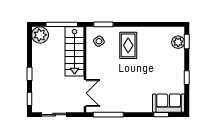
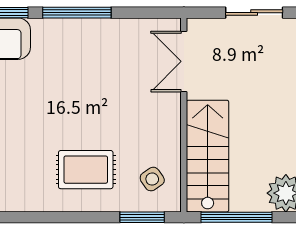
rug: (128, 45) -> (86, 170), turned 90
window: (108, 115) -> (77, 13), moved

